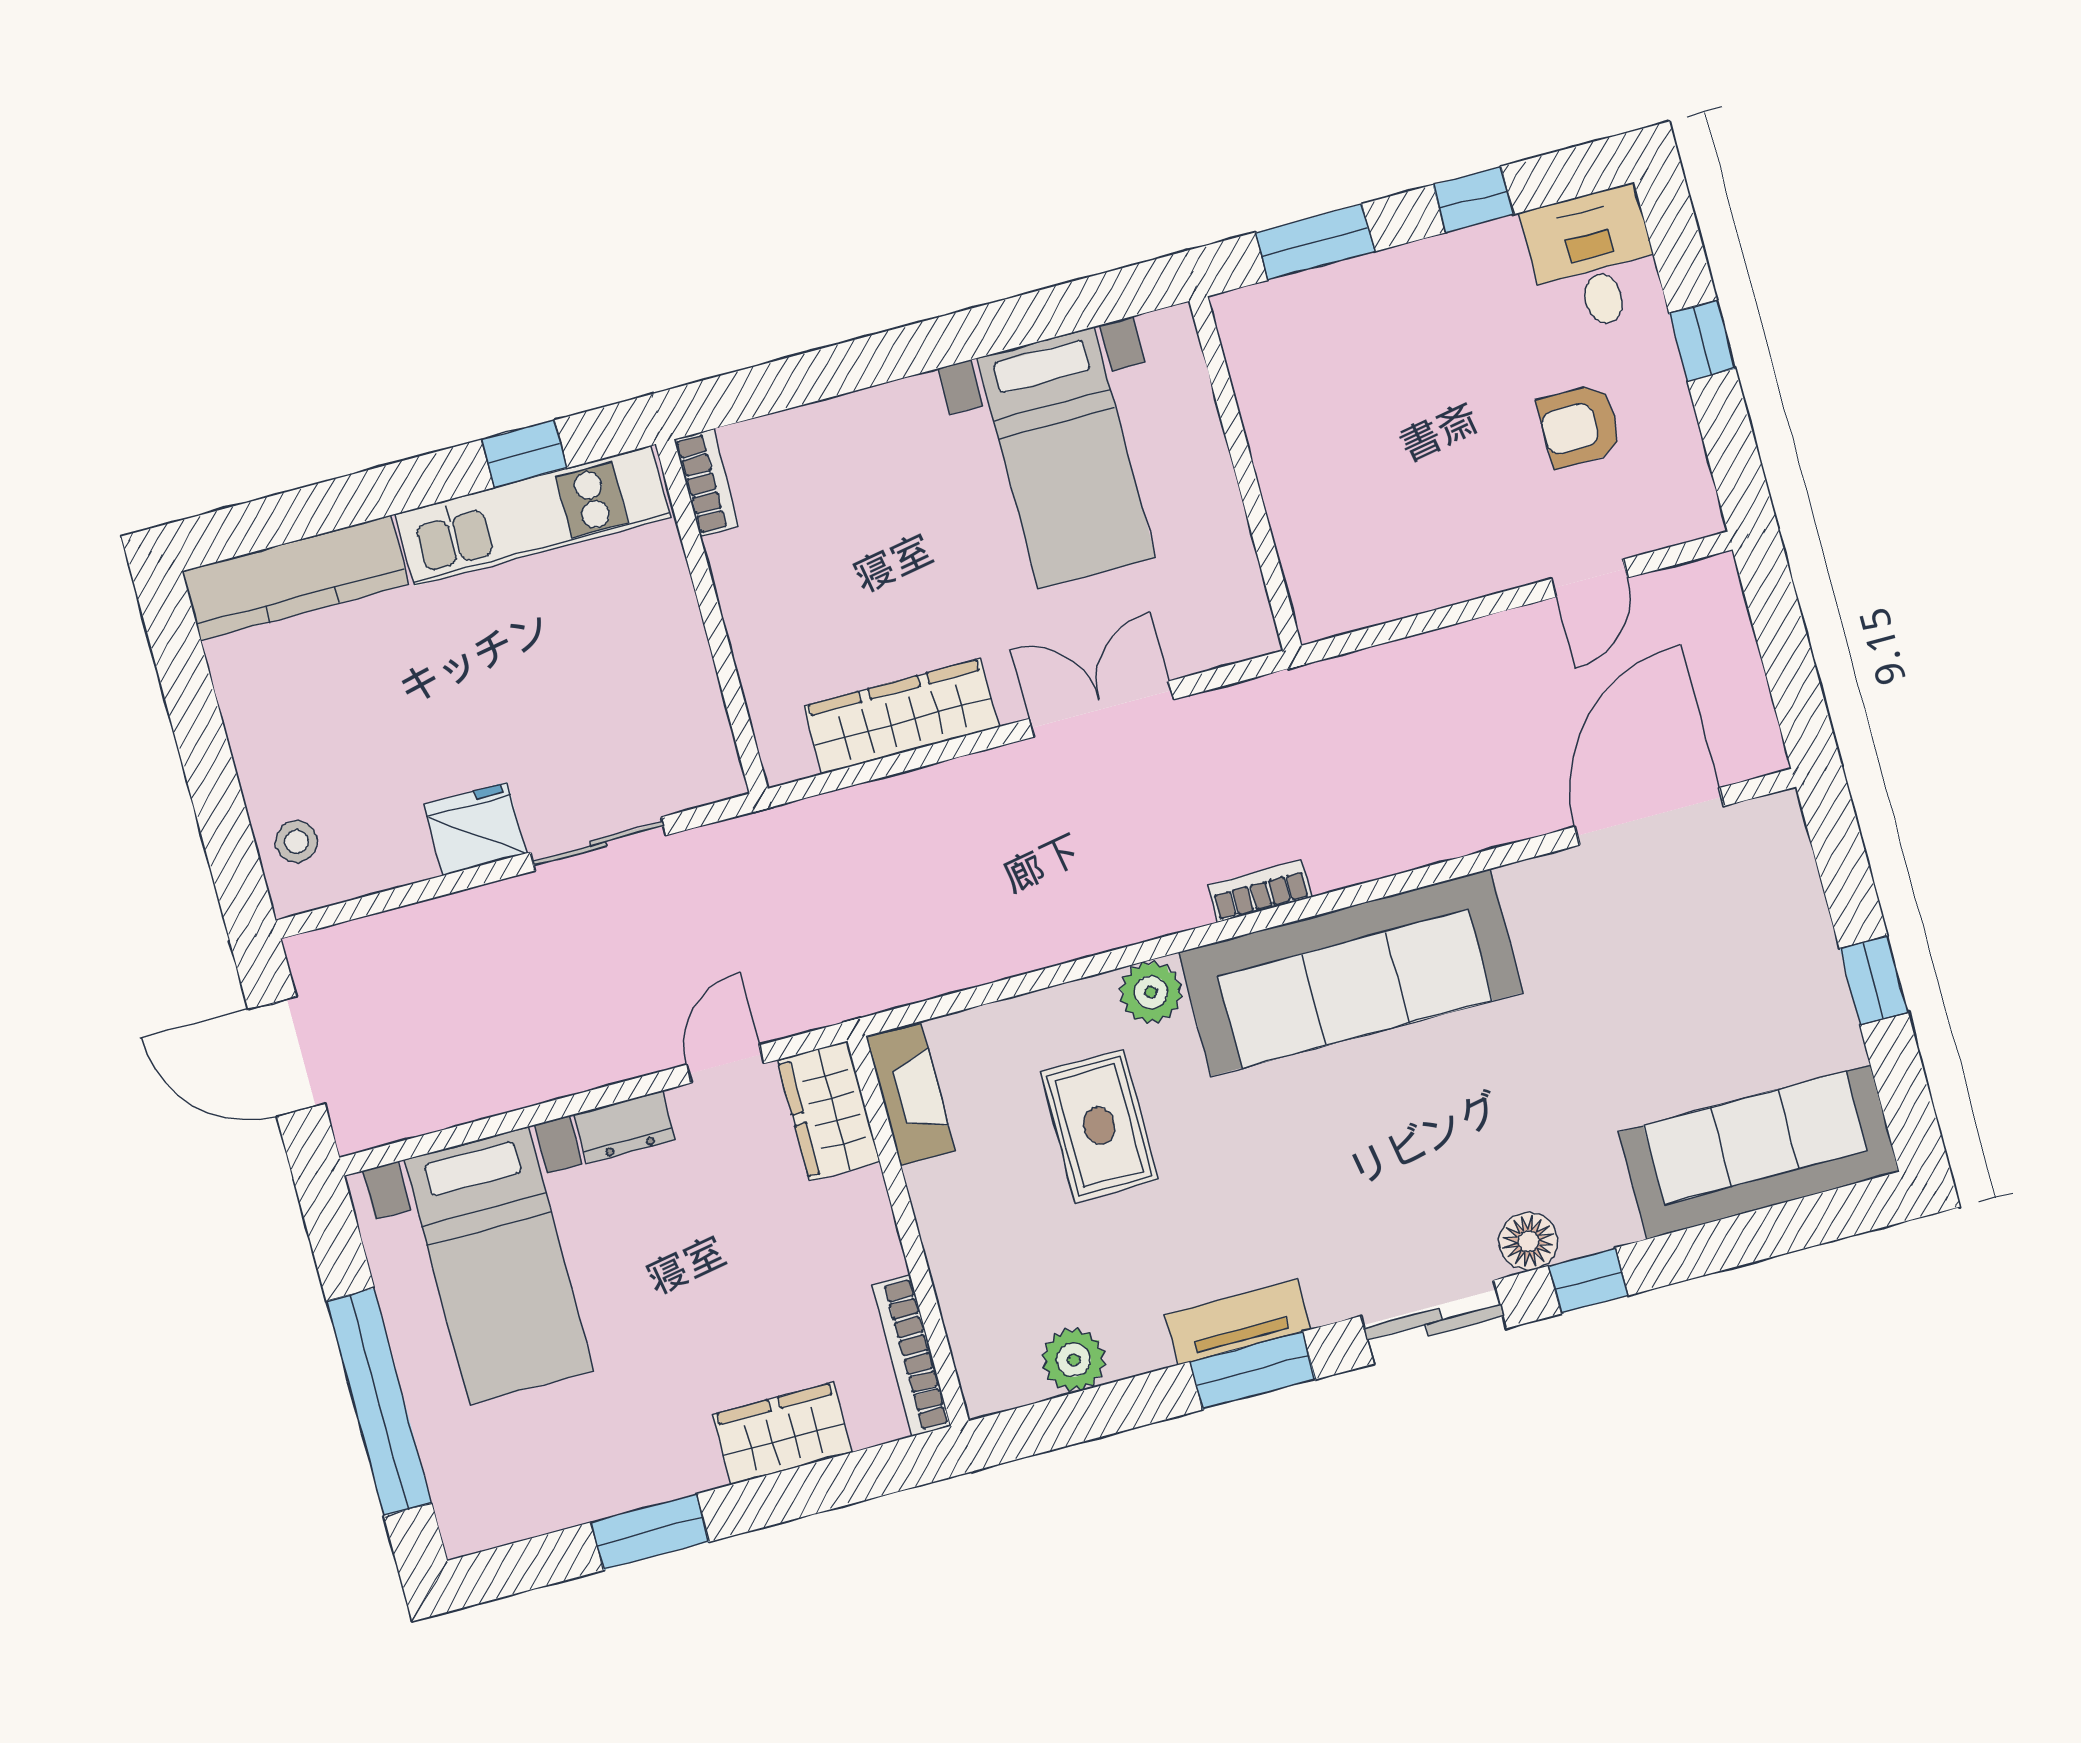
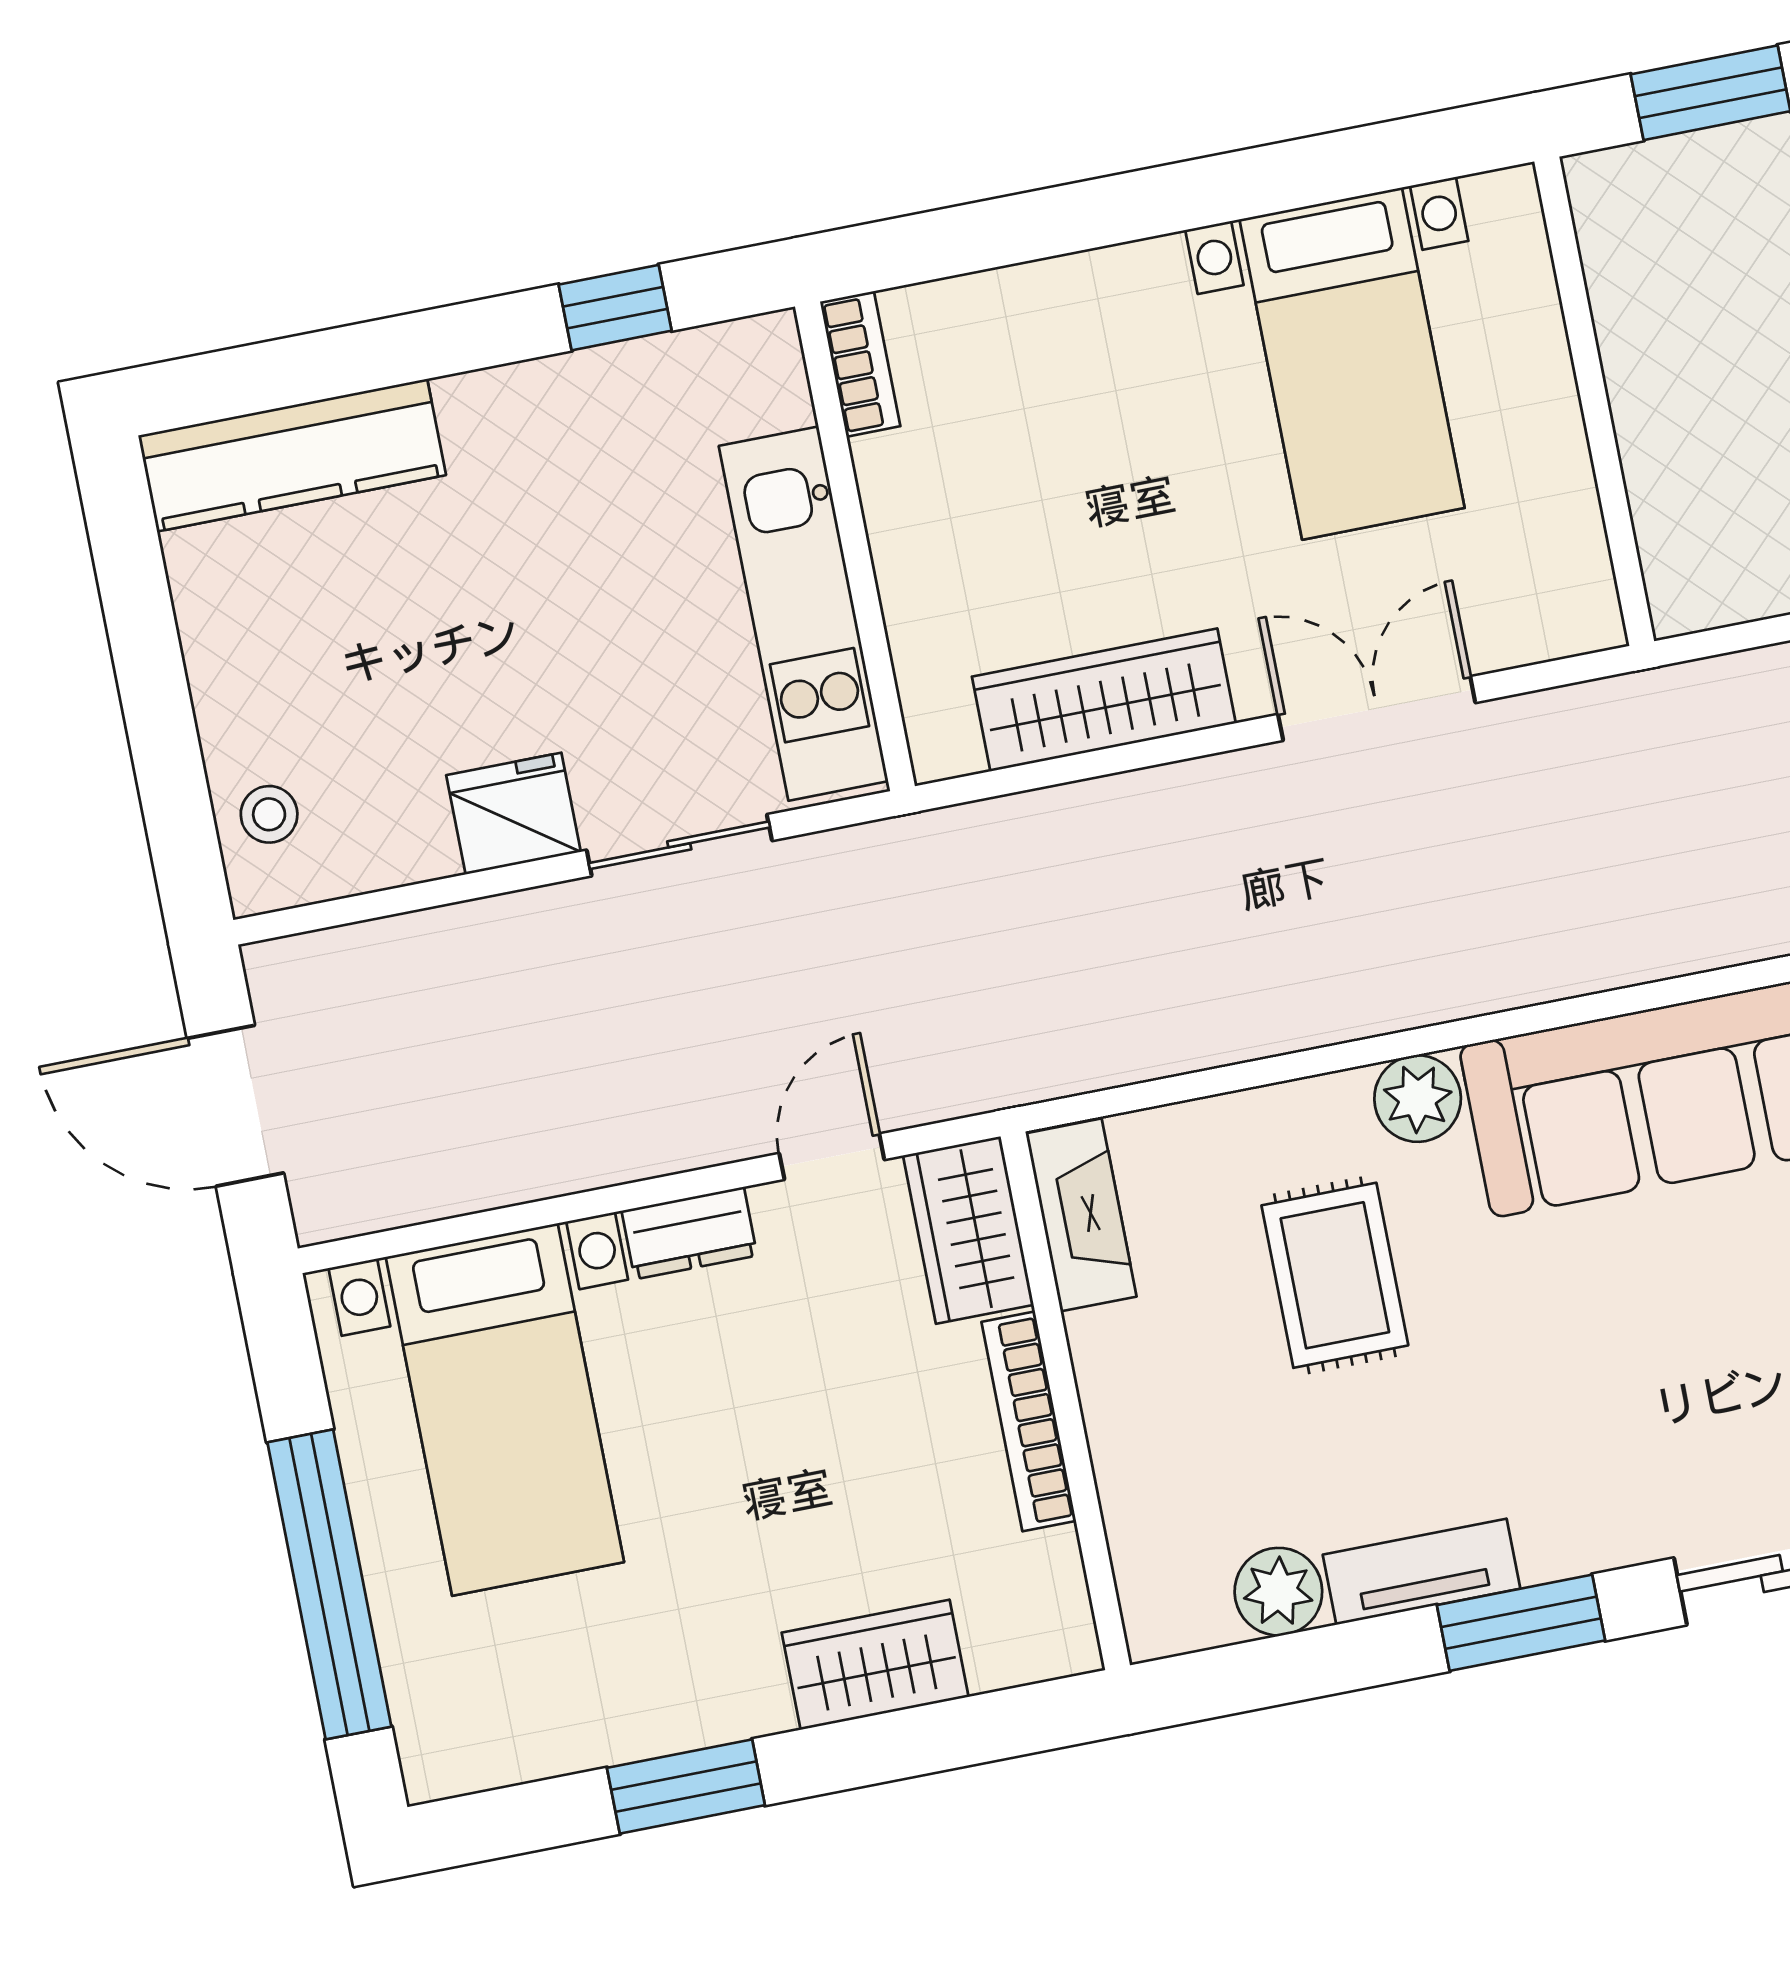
kitchen unit: (533, 516) -> (803, 614), moved, turned 90
bookcase: (1260, 891) -> (1575, 971), removed
tv unit: (1238, 1322) -> (1421, 1572), moved
bookcase: (911, 1356) -> (1029, 1421), moved

